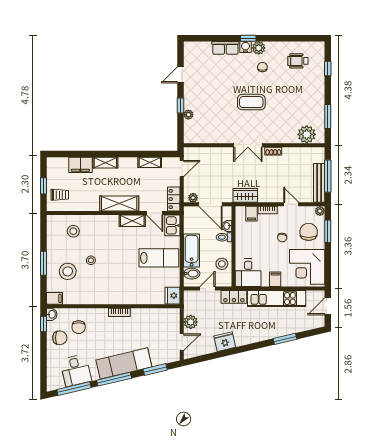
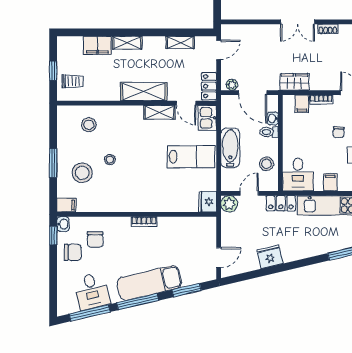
bidet: (192, 274) -> (230, 175), removed
plant: (191, 322) -> (229, 204), moved

